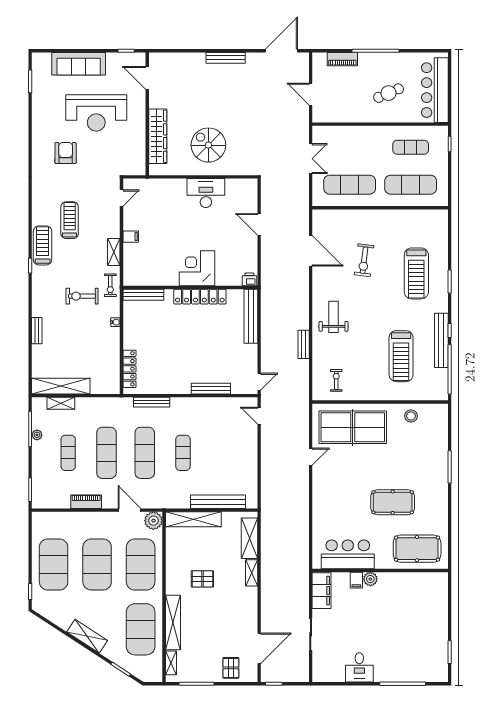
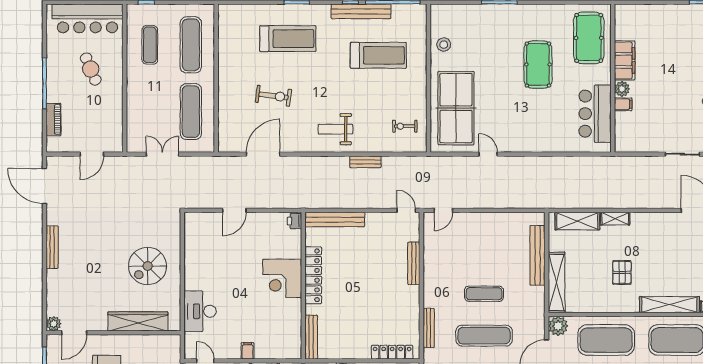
plant: (156, 59) -> (54, 324), added
desk: (206, 193) -> (200, 311), moved
filing cabinet: (322, 591) -> (625, 60), moved, turned 90

